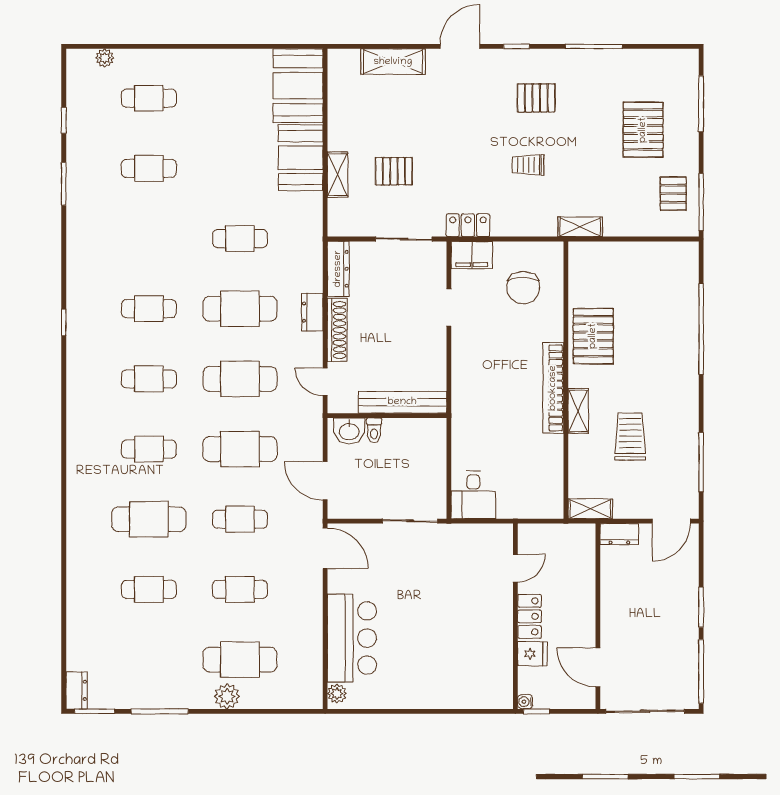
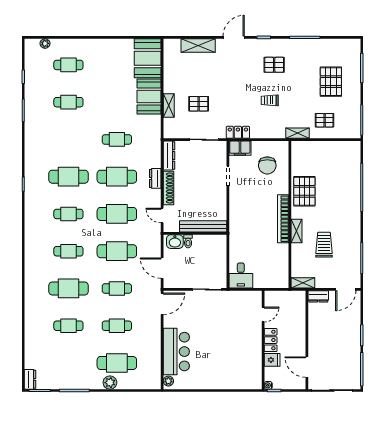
pallet: (673, 194) -> (325, 120), moved, turned 90
cafe table: (149, 309) -> (68, 177), width x1.37, depth x1.35
door: (325, 548) -> (162, 304), hinge flipped

